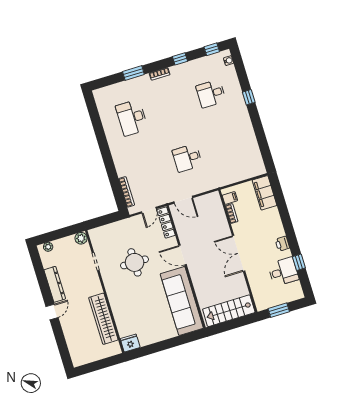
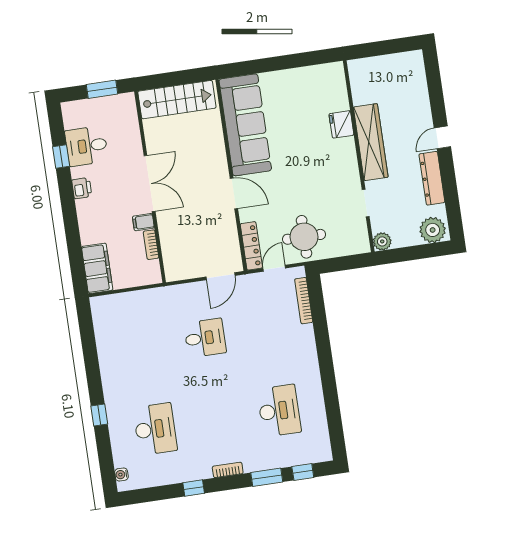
window: (212, 49) -> (303, 472), moved
desk: (211, 94) -> (155, 429), width x1.37
filing cabinet: (230, 198) -> (143, 222), moved
door: (183, 200) -> (220, 276), swing flipped
plant: (48, 247) -> (433, 230), width x1.88, depth x1.88
round table: (135, 262) -> (304, 237), moved
wardrobe: (103, 319) -> (371, 142), moved
fridge: (130, 343) -> (341, 124), moved, turned 90

